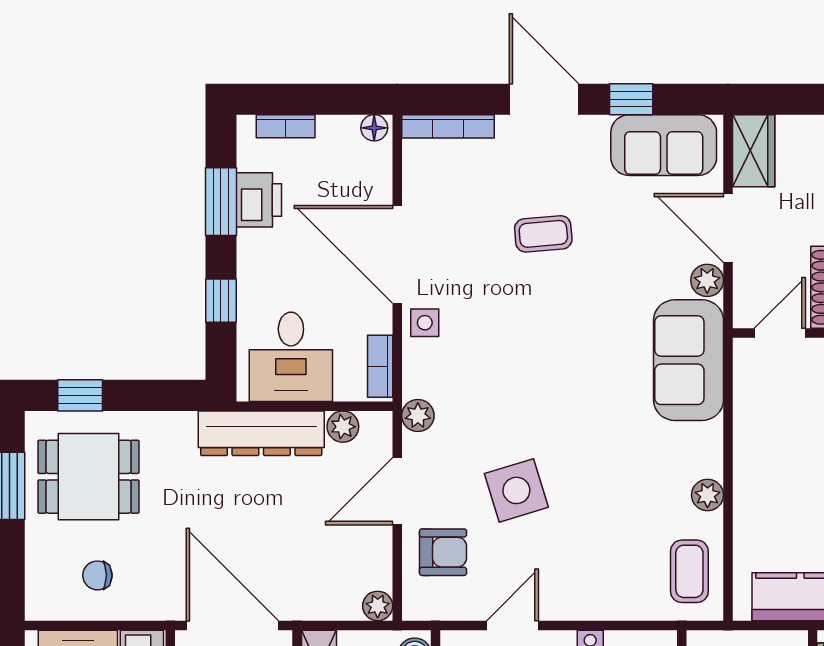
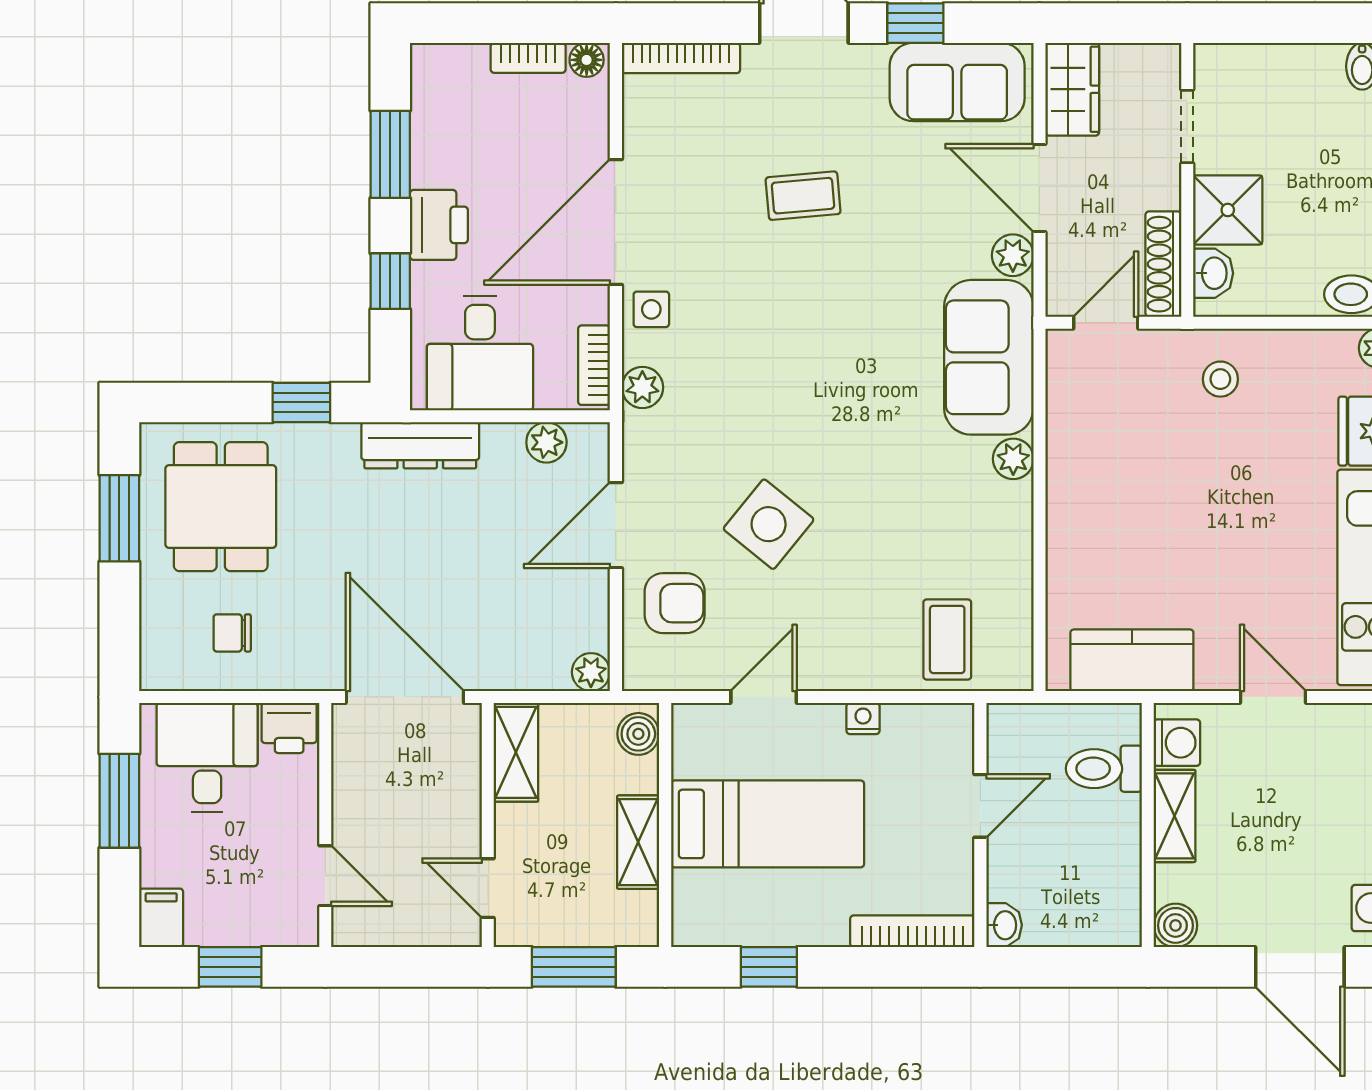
bookcase: (286, 126) -> (528, 58), moved
printer: (259, 200) -> (439, 225), moved
door: (397, 254) -> (616, 222), hinge flipped
window: (80, 395) -> (301, 402), moved
plant: (418, 416) -> (642, 387), moved
dresser: (261, 433) -> (420, 445), width x0.73, depth x0.80
dining table: (88, 477) -> (221, 507), turned 90
side table: (516, 490) -> (769, 524), turned -34
plant: (708, 495) -> (1013, 459), moved
coffee table: (689, 571) -> (947, 639), moved

